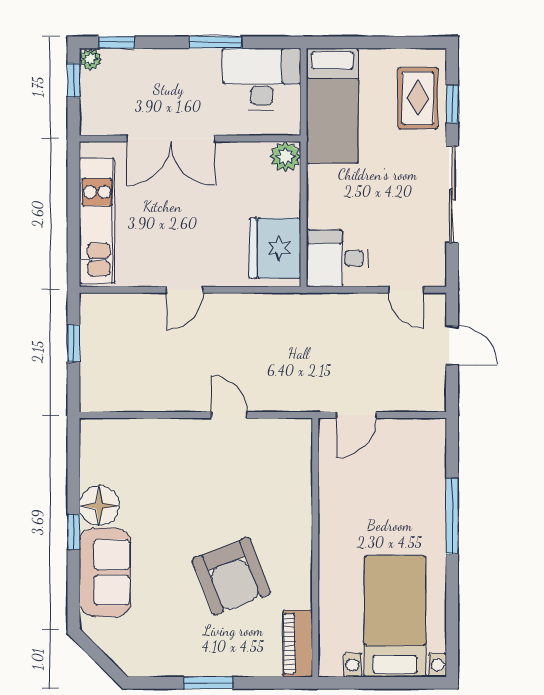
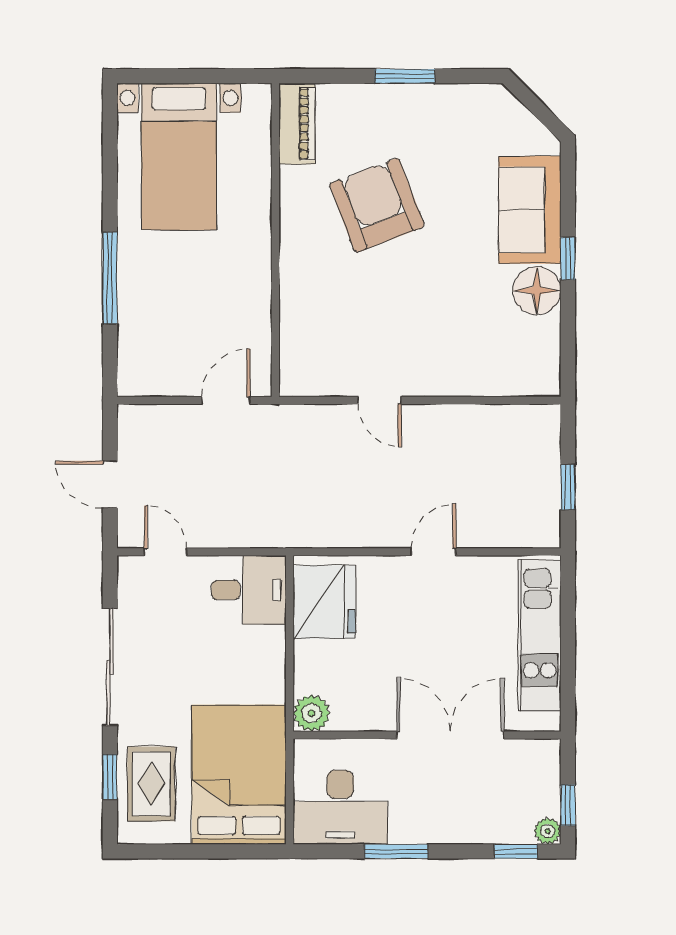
bed: (332, 106) -> (239, 775), width x1.50

